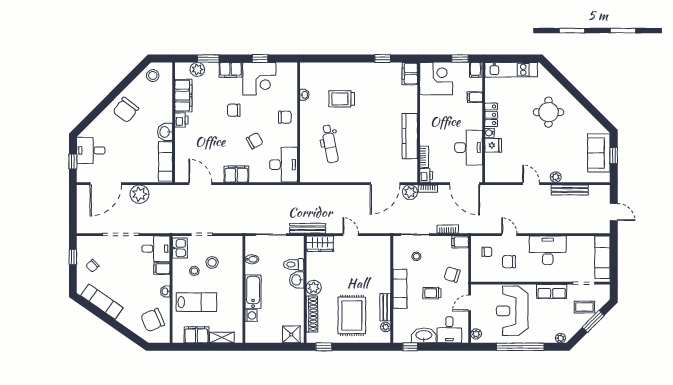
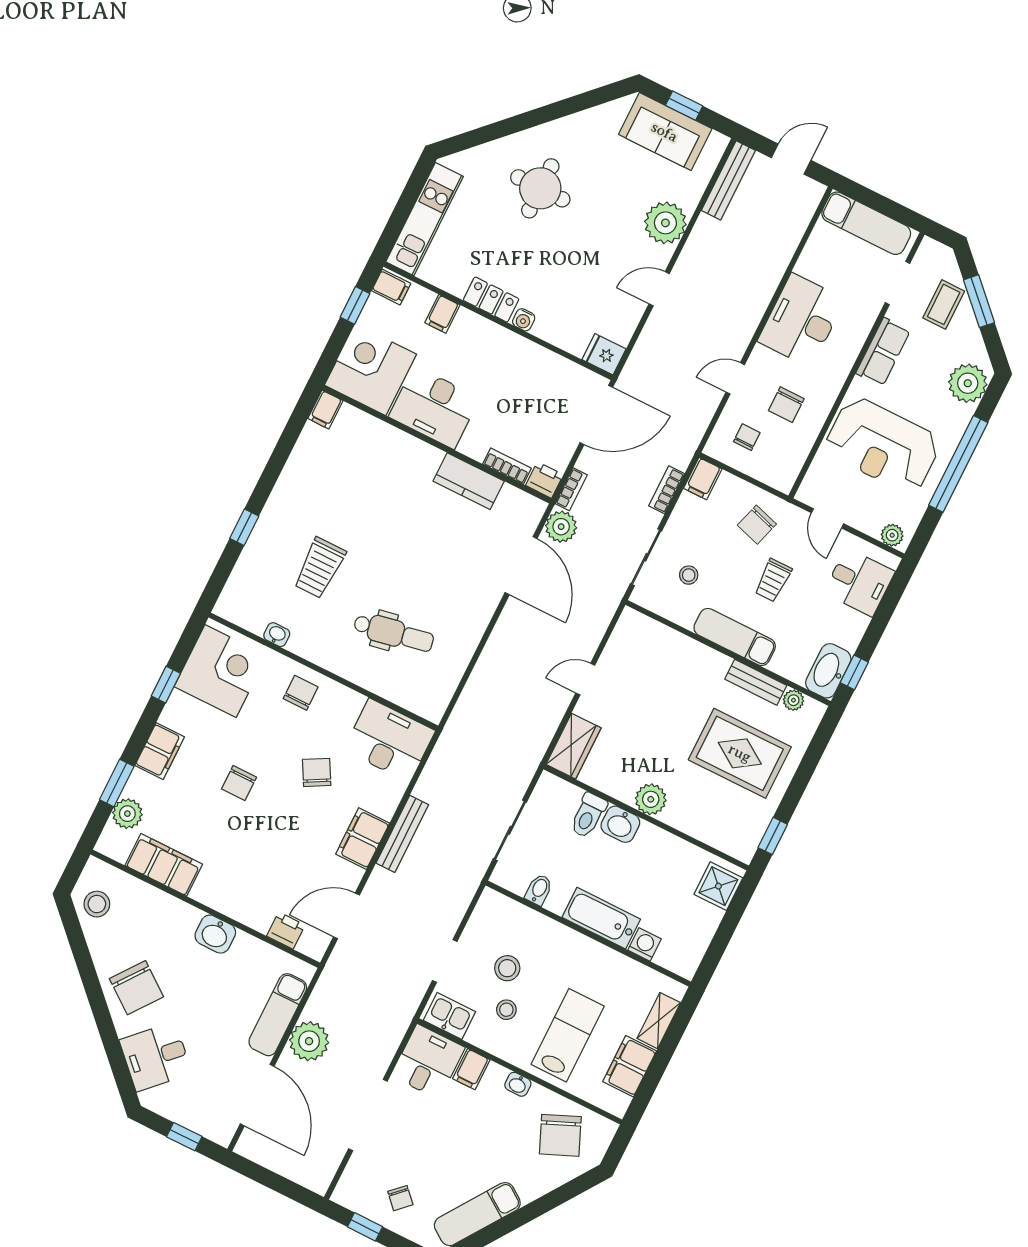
window: (383, 59) -> (244, 527), moved
filing cabinet: (410, 74) -> (325, 410), width x0.50
corner desk: (259, 79) -> (221, 671), moved
printer: (181, 120) -> (286, 931), moved
kitchen counter: (410, 136) -> (469, 481), width x0.67
fridge: (493, 145) -> (604, 354), moved, turned -90
desk: (469, 148) -> (434, 407), moved, turned 180
desk: (91, 150) -> (156, 1057), moved, turned 45
exam couch: (165, 161) -> (278, 1015), moved, turned 90
plant: (556, 177) -> (665, 223), width x1.88, depth x1.88
bench: (570, 190) -> (728, 180), moved
bench: (308, 228) -> (402, 834), moved
shoe rack: (312, 314) -> (700, 828), removed
washbasin: (424, 335) -> (828, 671), moved
plant: (561, 338) -> (968, 383), width x1.88, depth x1.88

